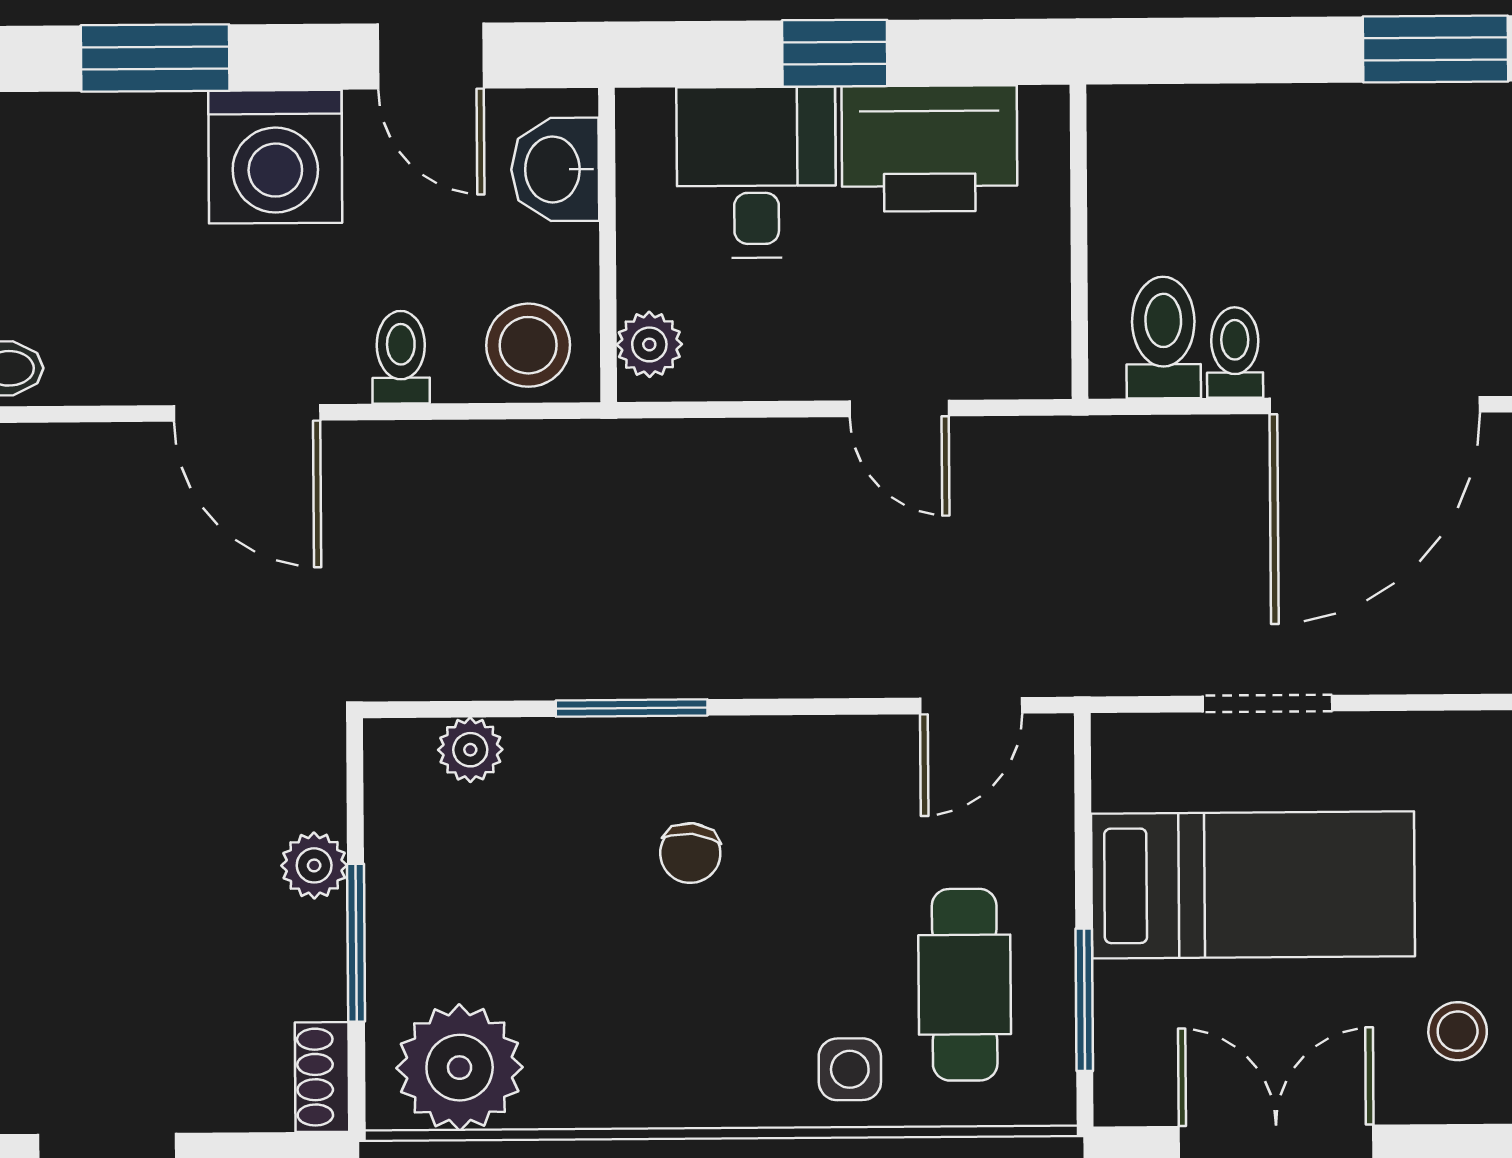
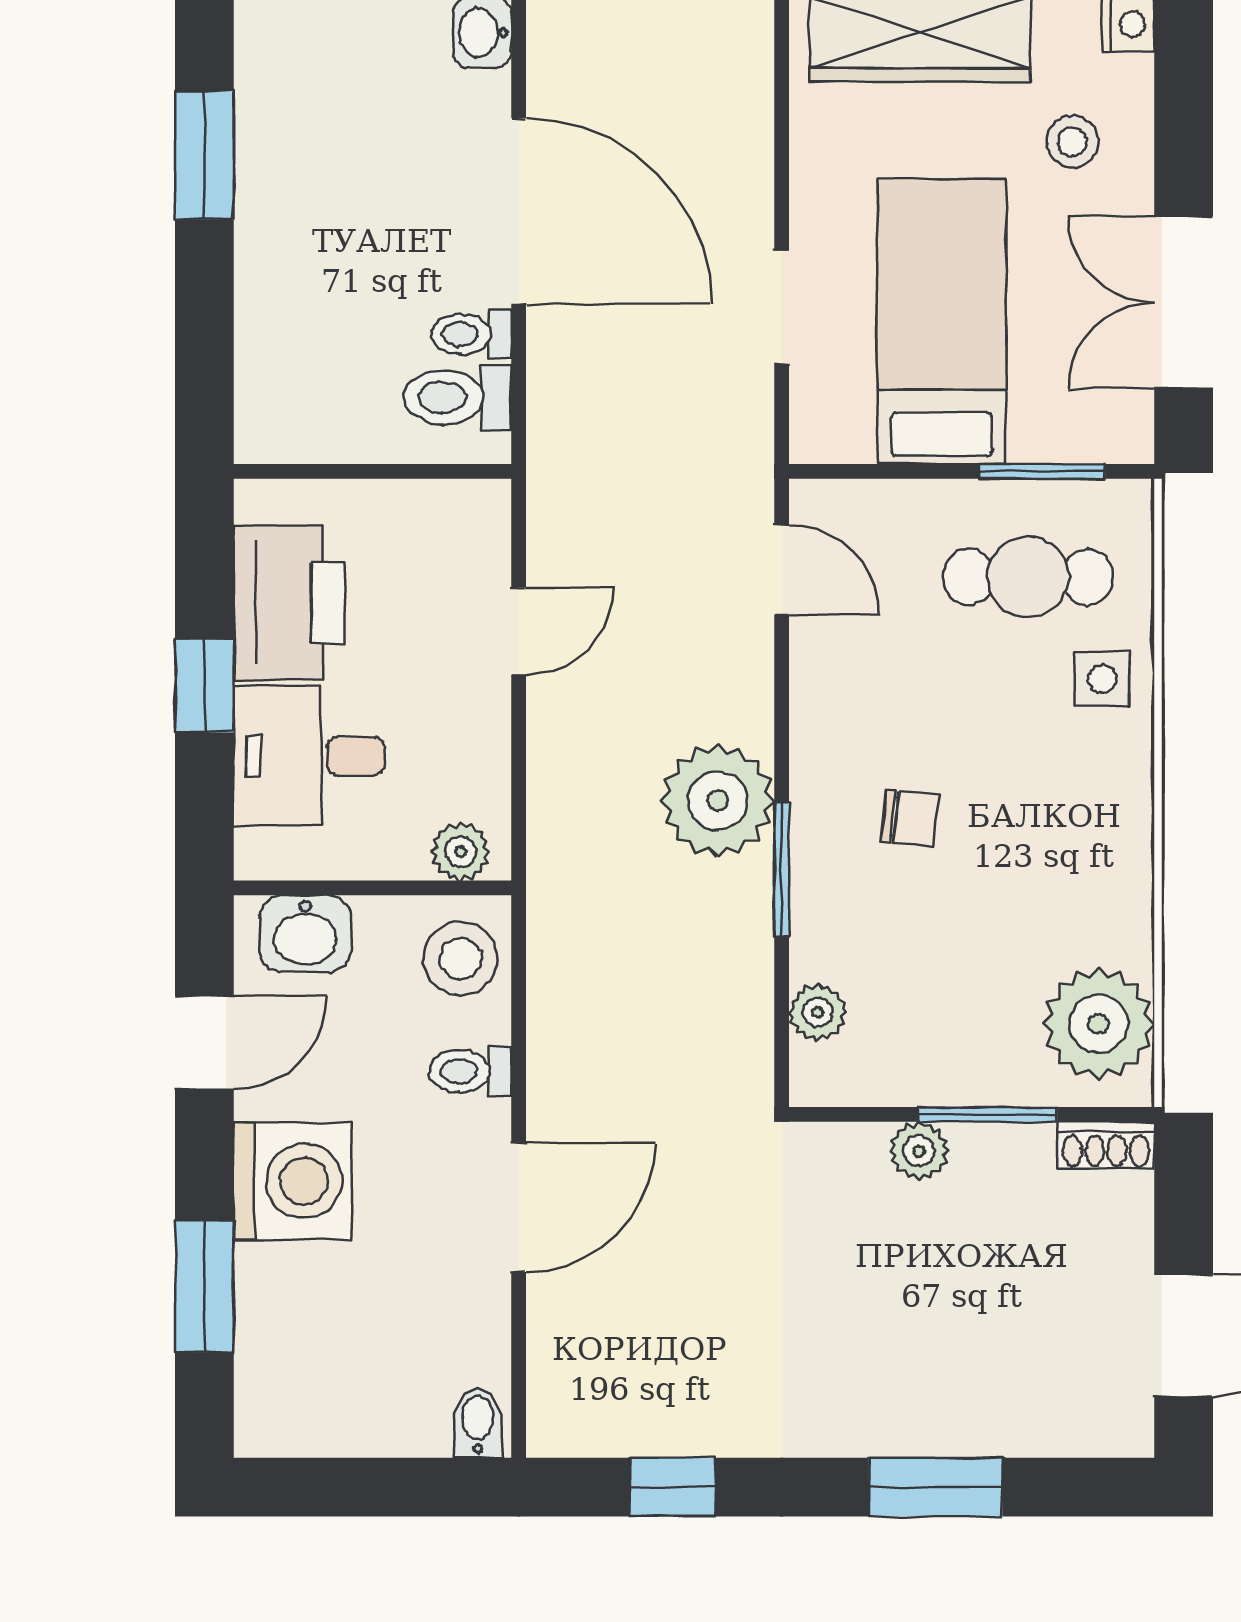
plant: (709, 635) -> (718, 801), added

